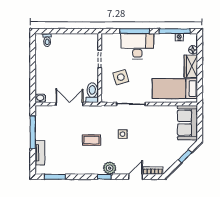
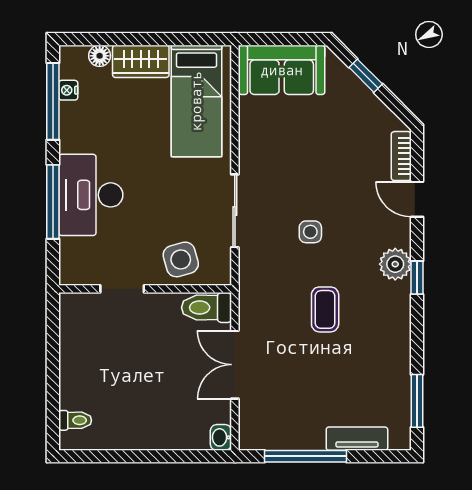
side table: (121, 77) -> (181, 259), moved

